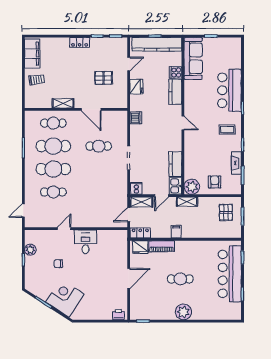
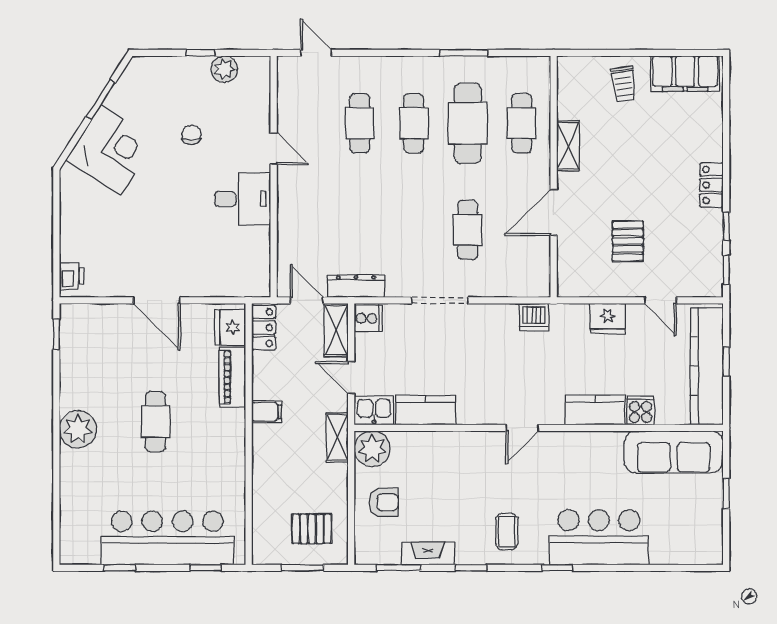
cafe table: (53, 169) -> (414, 123), width x0.73, depth x0.74
dresser: (123, 194) -> (356, 286), added

